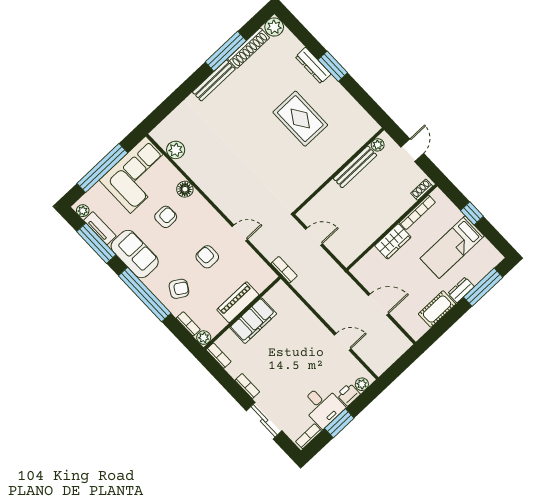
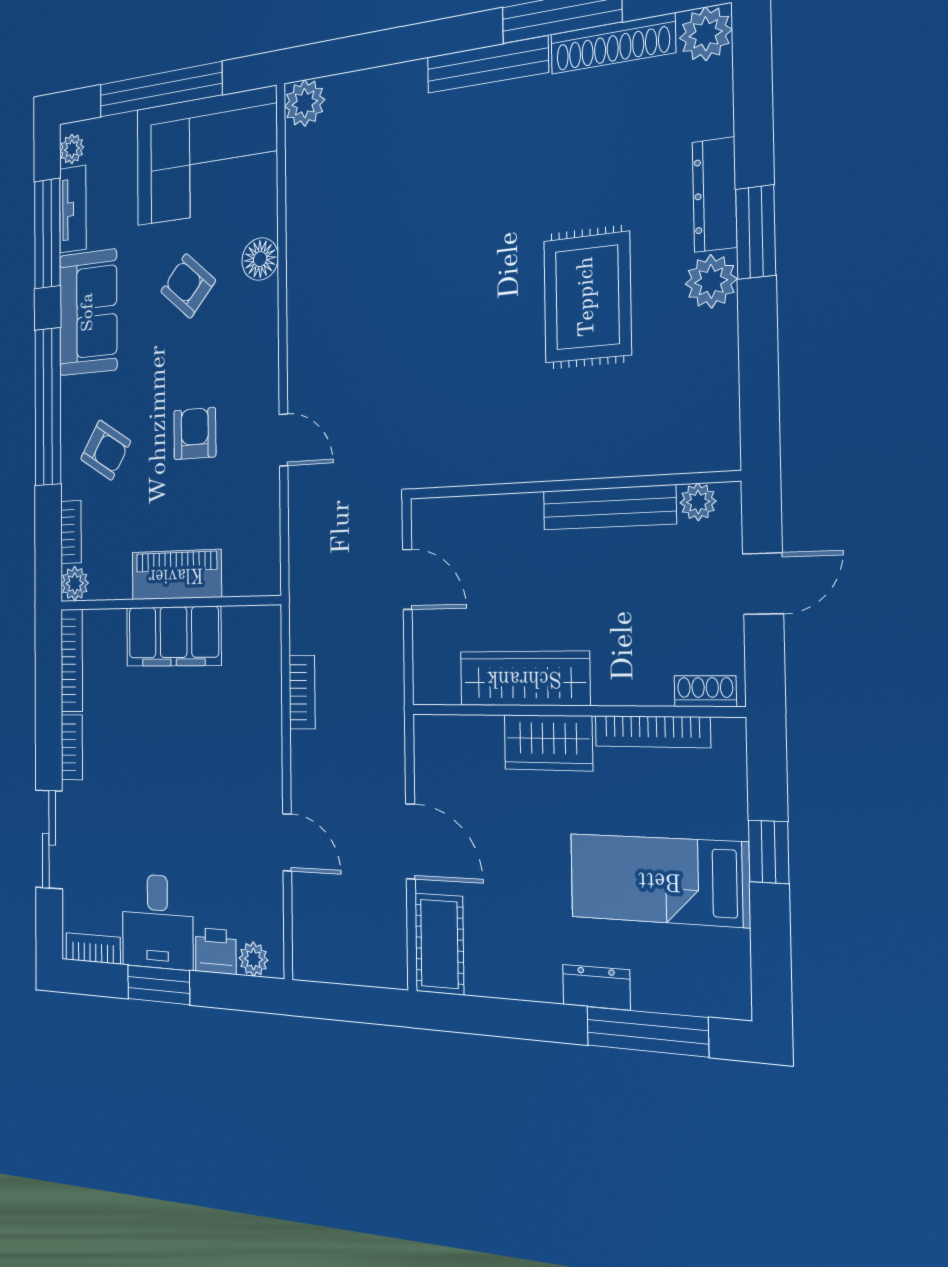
plant: (332, 88) -> (711, 281), added
plant: (176, 150) -> (305, 103), moved
armchair: (166, 217) -> (188, 286), turned -138
wardrobe: (371, 231) -> (524, 678), added
bookcase: (284, 270) -> (302, 692), moved
cot: (437, 309) -> (439, 944), moved, turned 90
bookcase: (219, 356) -> (72, 660), width x1.56

